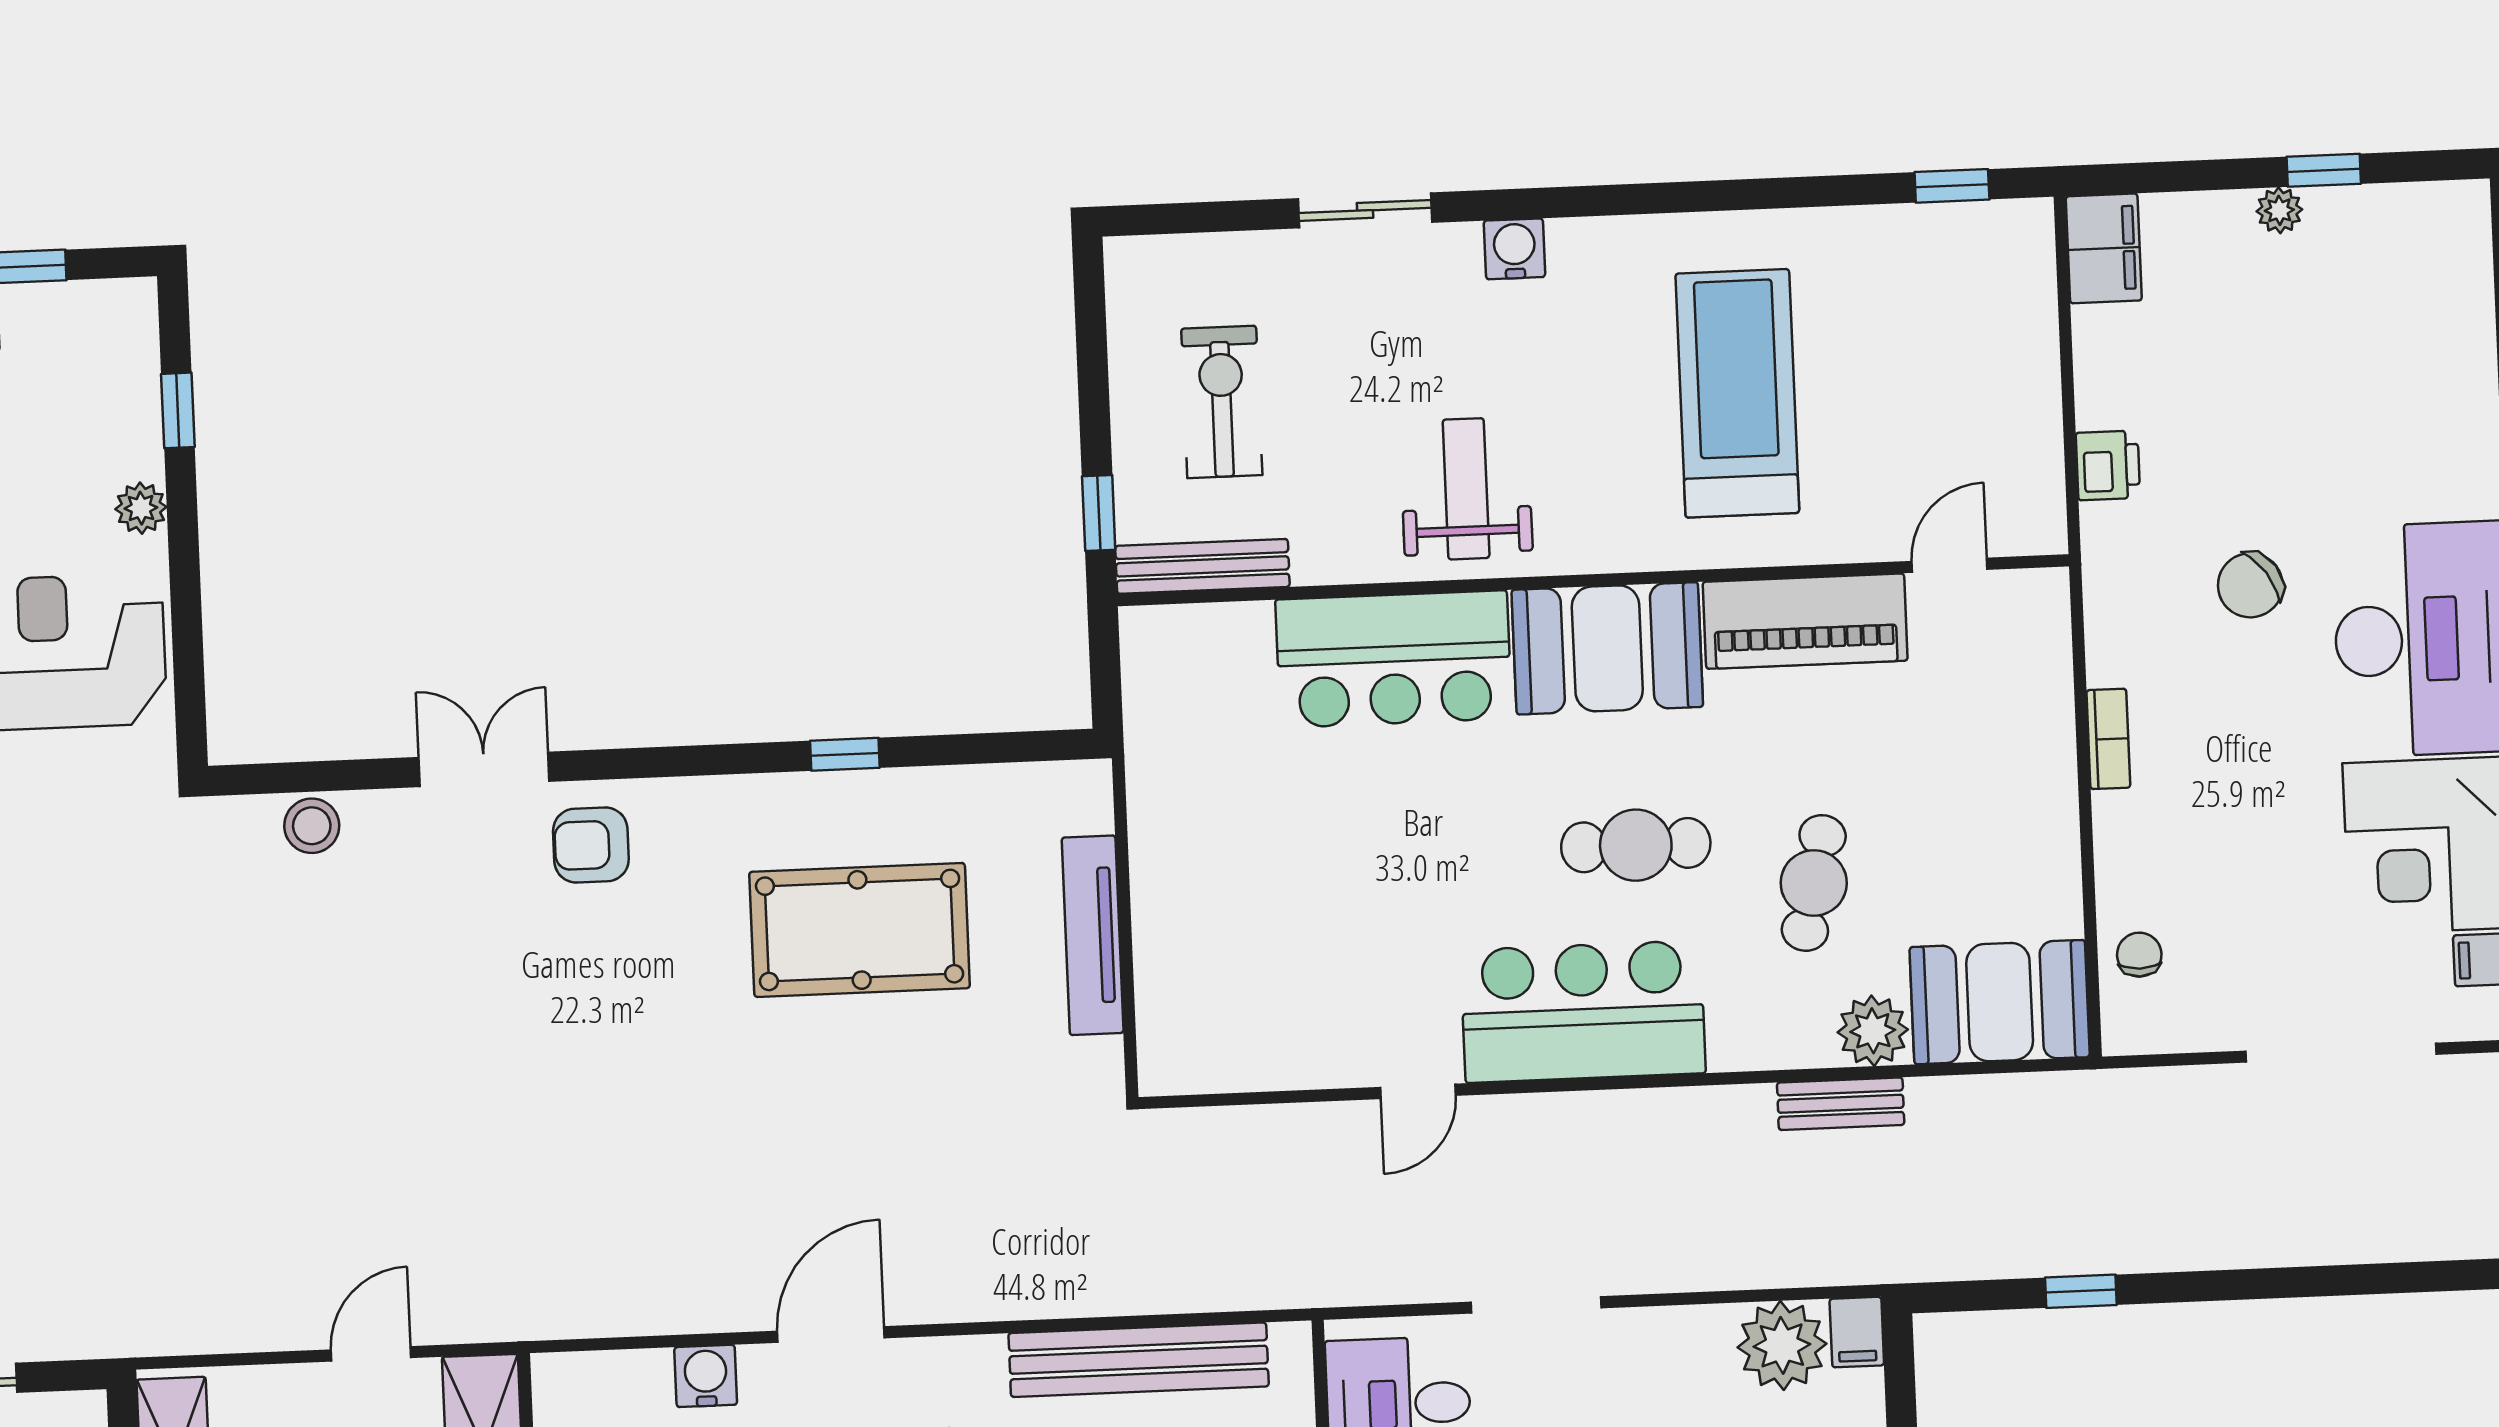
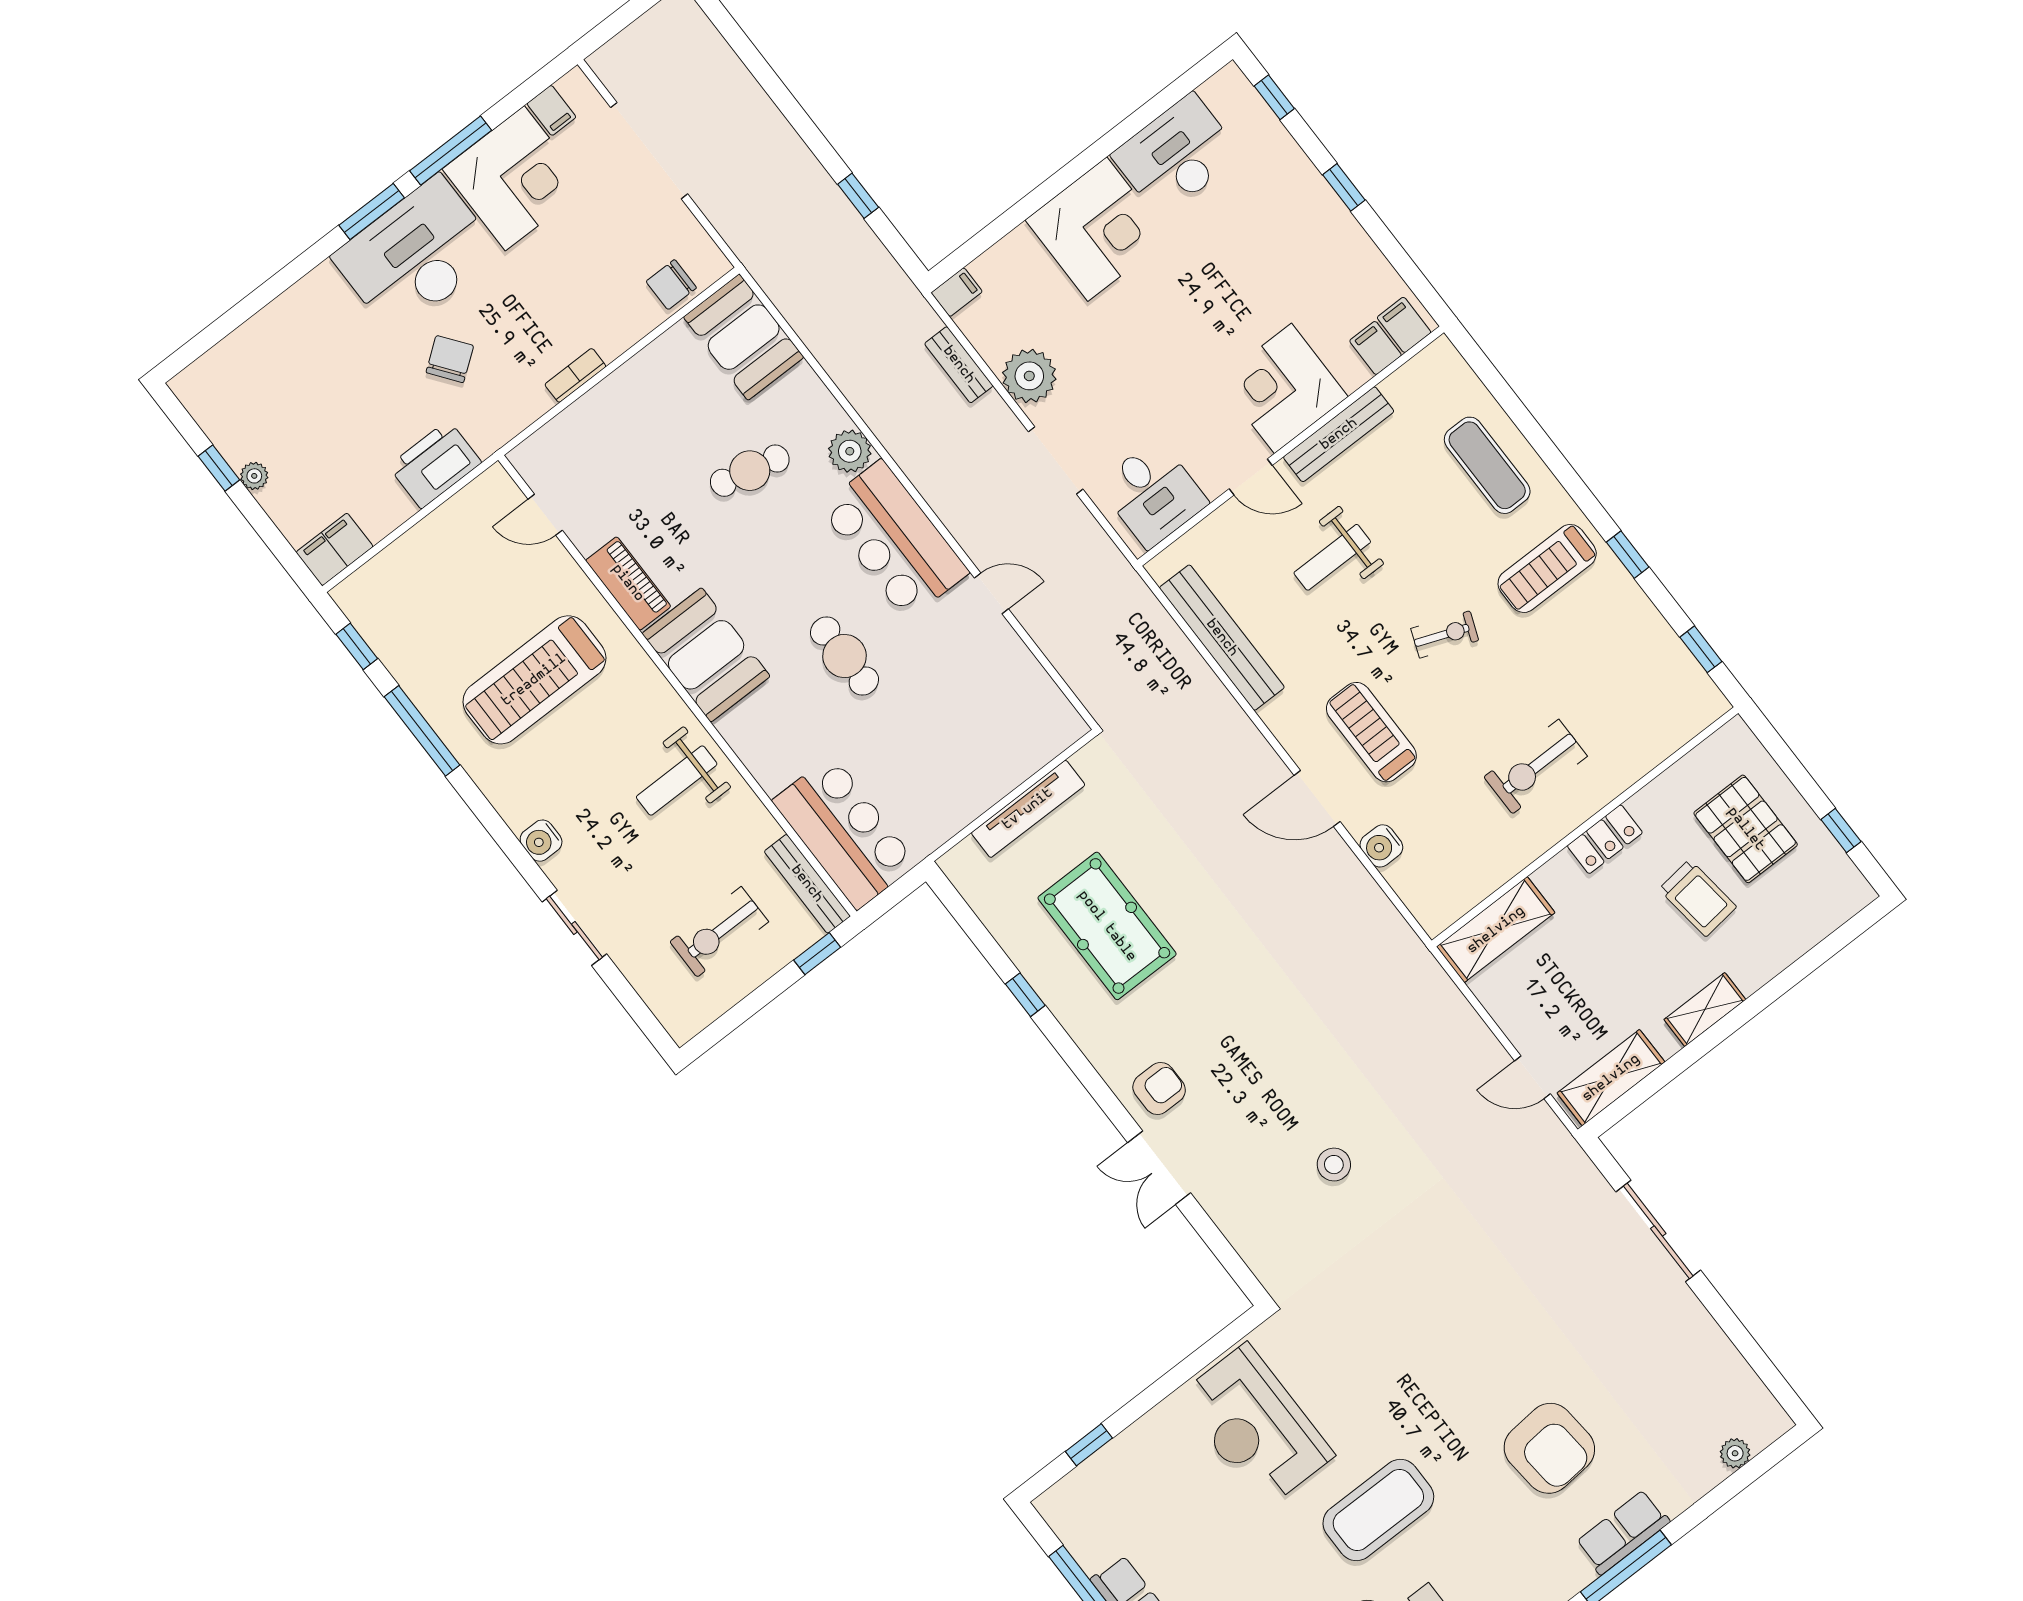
window: (1776, 193) -> (422, 731), added
printer: (2108, 465) -> (435, 464), width x1.87, depth x1.48
plant: (141, 508) -> (1150, 1429), removed
chair: (2250, 585) -> (450, 359), turned -92
piano: (1805, 621) -> (628, 583), width x0.73, depth x0.75
bar counter: (1394, 659) -> (845, 832), moved
stool: (312, 826) -> (1334, 1165), moved
armchair: (591, 845) -> (1159, 1088), turned -90
cafe table: (1636, 845) -> (844, 656), moved
chair: (2139, 955) -> (671, 285), width x1.37, depth x1.37
plant: (1873, 1031) -> (850, 451), moved
bench: (1841, 1104) -> (959, 365), moved
plant: (1782, 1345) -> (1029, 376), moved
door: (371, 1354) -> (1533, 1077), moved

